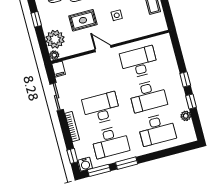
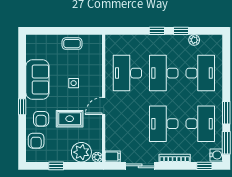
rug: (83, 20) -> (70, 119), turned 90
desk: (148, 96) -> (164, 73), turned 180

